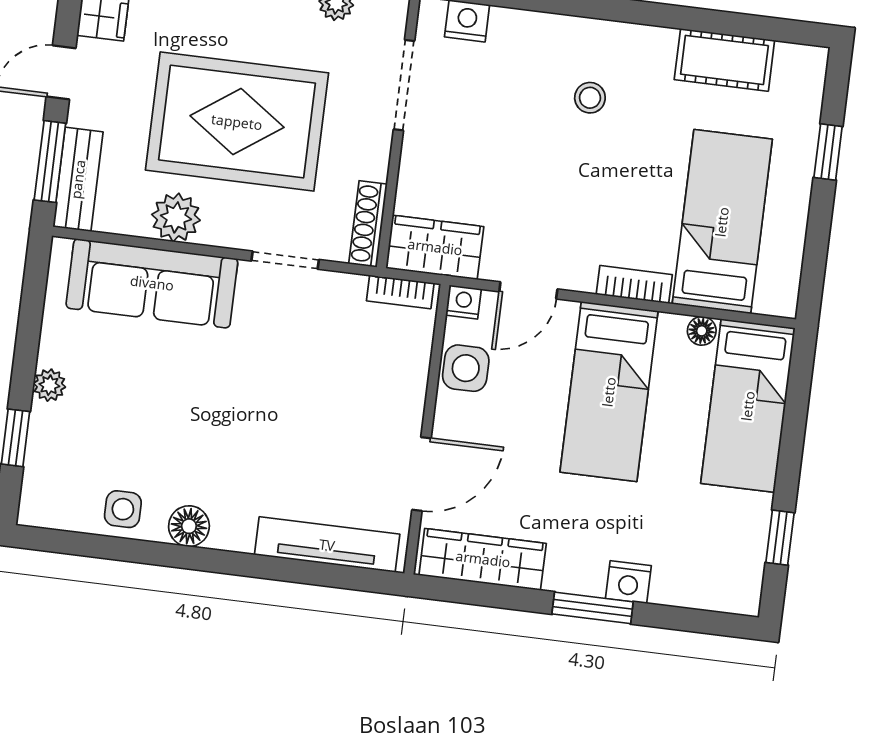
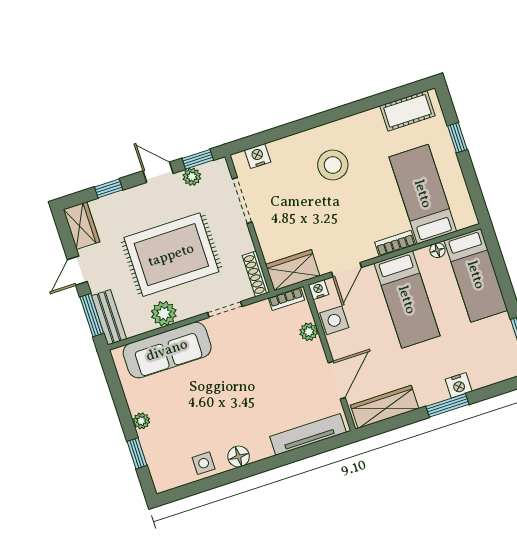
cot: (724, 60) -> (407, 111), moved
stool: (590, 98) -> (333, 165), width x1.89, depth x1.89
plant: (412, 367) -> (309, 332), added

